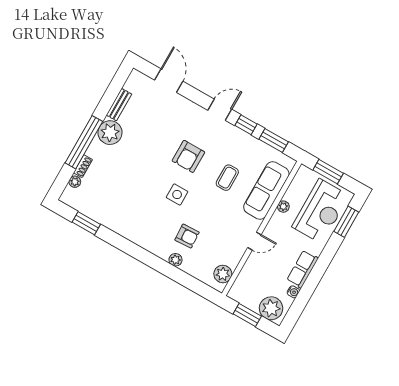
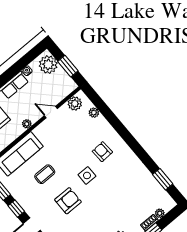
plant: (283, 207) -> (27, 124), moved
armchair: (187, 236) -> (102, 152), moved
door: (254, 241) -> (51, 112), moved
plant: (176, 260) -> (94, 113), moved

